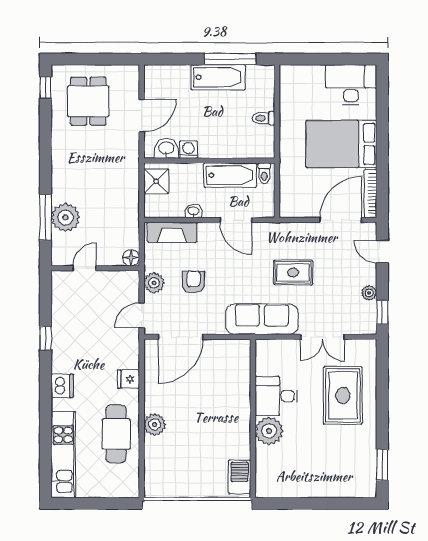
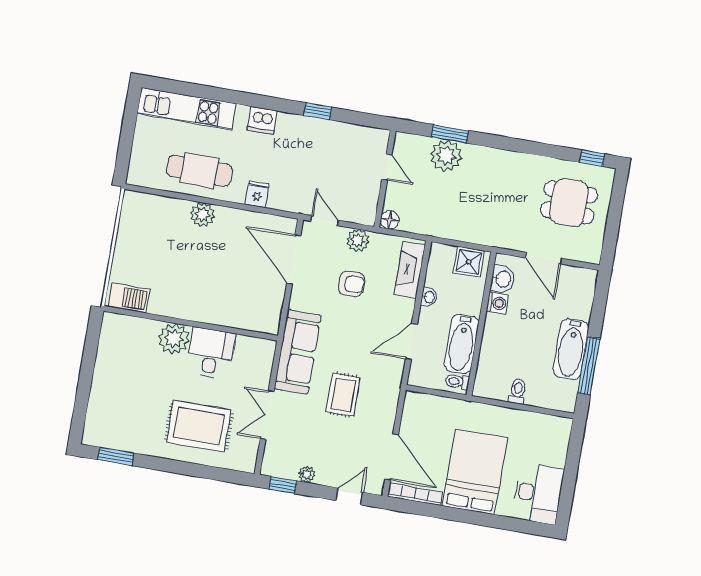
window: (46, 217) -> (450, 134), width x0.69

